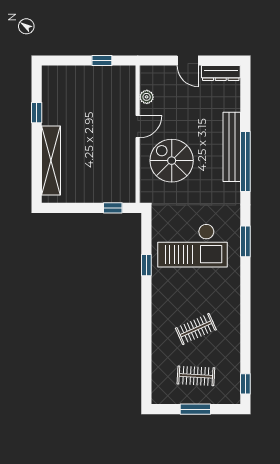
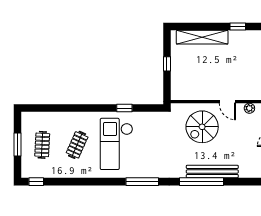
spiral stairs: (172, 161) -> (202, 127), turned 180
window: (113, 208) -> (167, 64), moved
window: (245, 241) -> (142, 182), width x1.44
checkout: (192, 245) -> (116, 144), moved
clothes rail: (196, 329) -> (77, 145), turned 48

